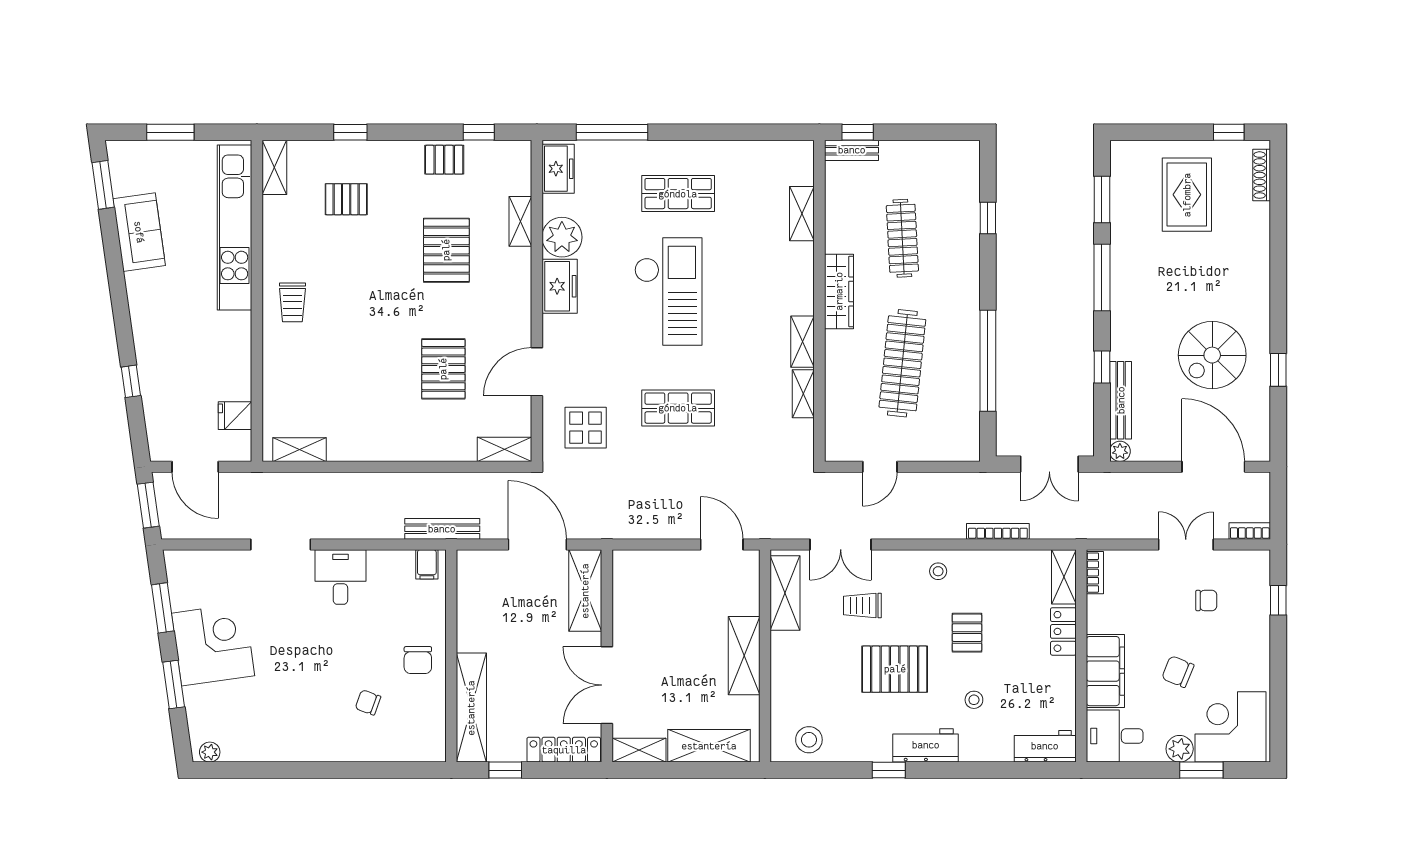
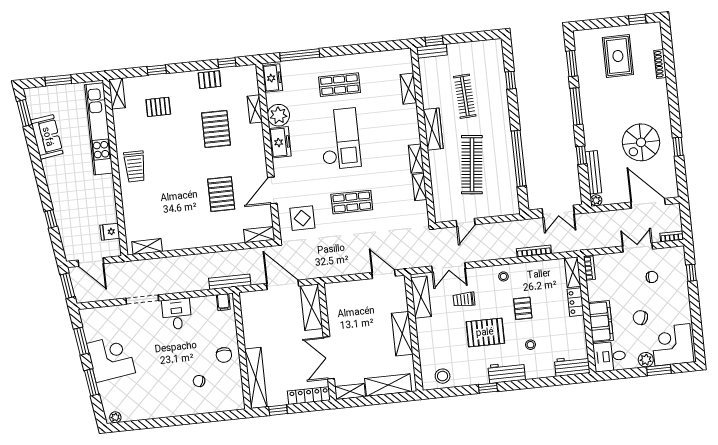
shoe rack: (1262, 175) -> (660, 64), moved
trolley: (292, 302) -> (135, 166), width x1.36, depth x1.39

